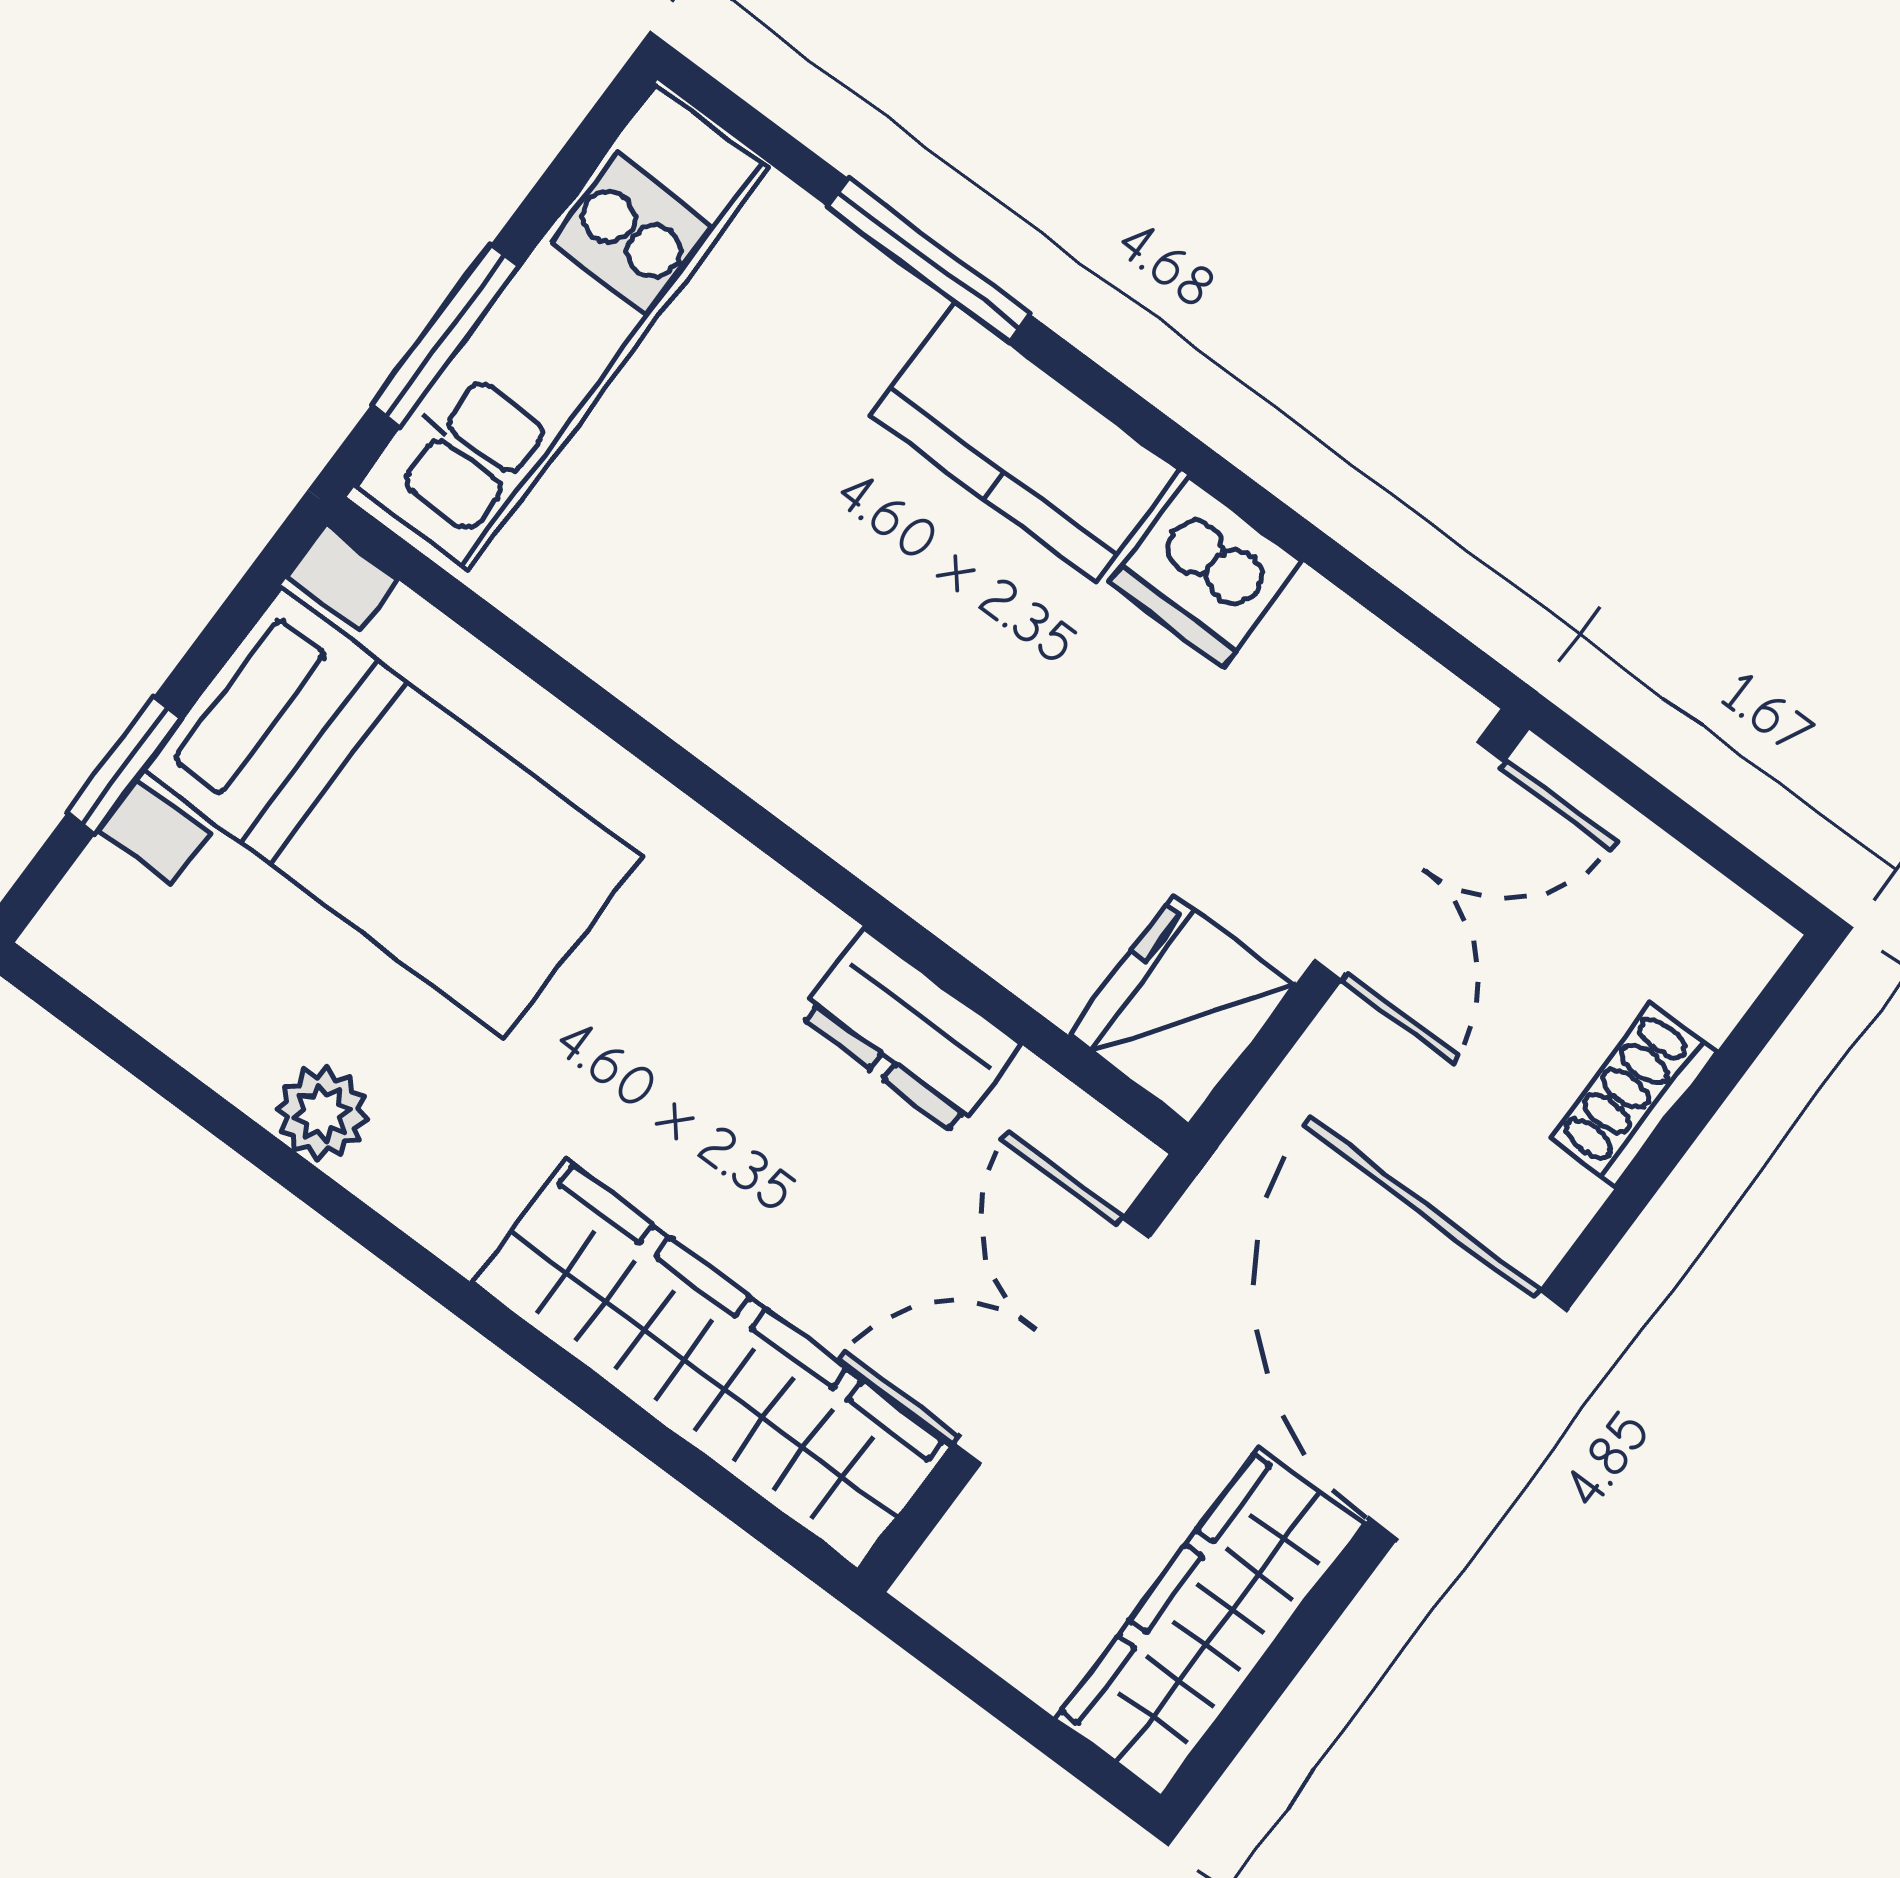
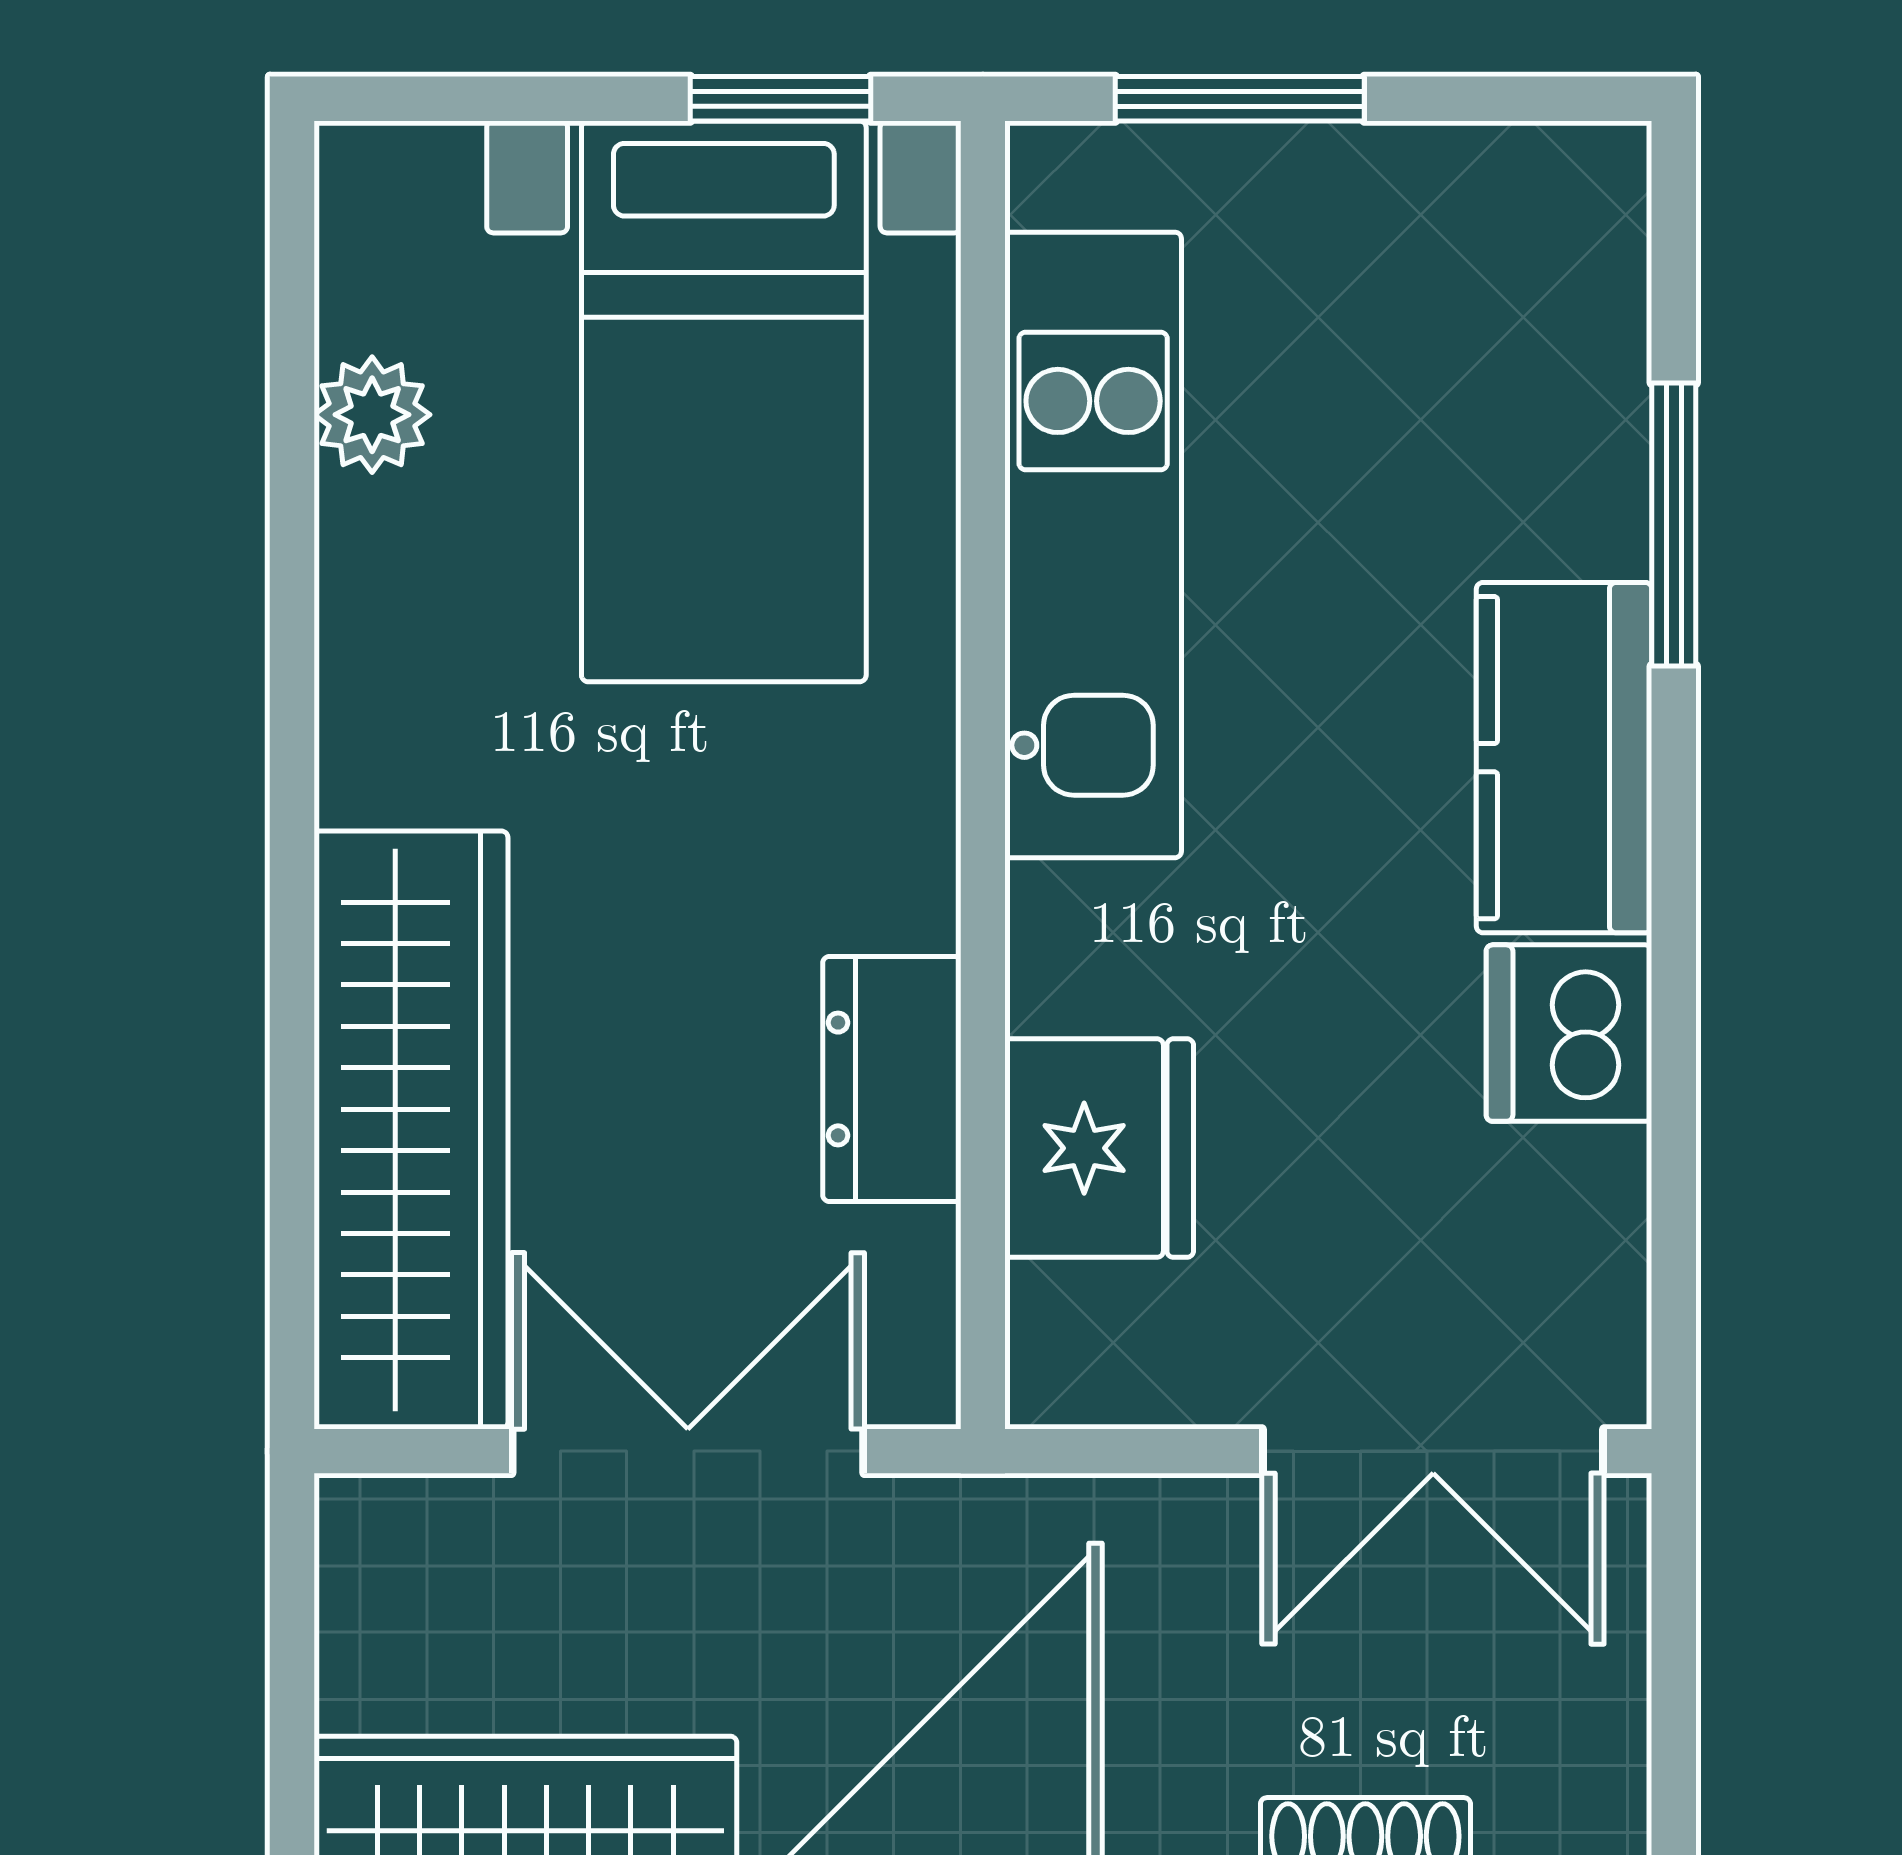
kitchen unit: (562, 327) -> (1093, 545), moved, turned -90
window: (124, 765) -> (781, 99), moved
fridge: (1182, 1010) -> (1099, 1148), moved, turned 90
plant: (322, 1113) -> (372, 415), moved

